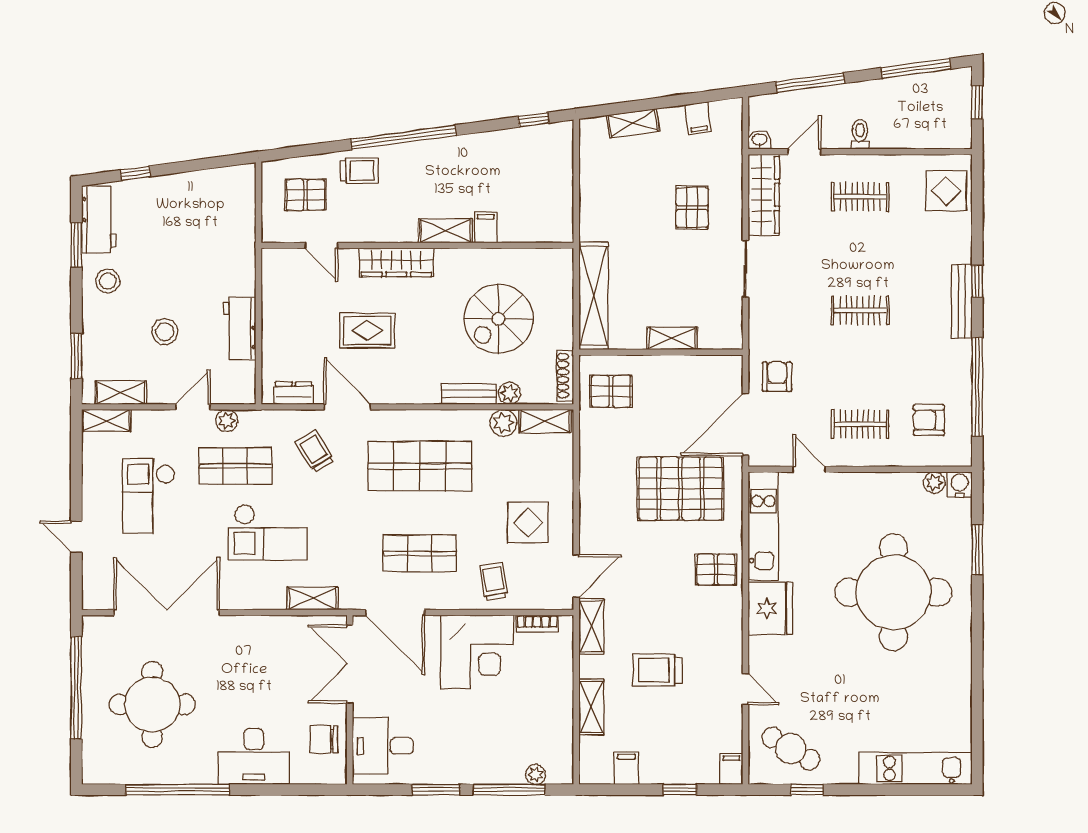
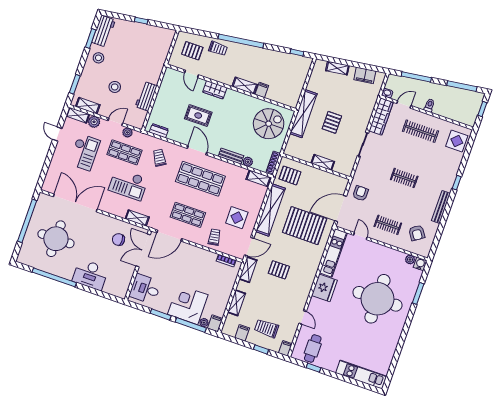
filing cabinet: (698, 118) -> (365, 75), width x2.00
window: (135, 173) -> (141, 21), moved
clothes rail: (860, 197) -> (420, 131), width x1.36
pallet: (692, 208) -> (332, 122), moved
wardrobe: (396, 262) -> (215, 90), width x0.67
shelving: (594, 296) -> (303, 114), moved
bench: (962, 301) -> (441, 207), moved
spiral stairs: (499, 319) -> (269, 124), moved, turned 180
window: (977, 387) -> (441, 226), removed
door: (347, 407) -> (197, 150), moved
armchair: (929, 420) -> (417, 233), turned -124
plant: (503, 423) -> (94, 122), moved
shelving: (595, 481) -> (270, 210), added
checkout: (149, 496) -> (84, 152), turned 180
door: (76, 537) -> (57, 134), moved
pallet: (716, 570) -> (279, 270), moved
door: (395, 613) -> (169, 236), hinge flipped
corner desk: (477, 652) -> (188, 305), moved, turned 180
trolley: (657, 670) -> (267, 328), moved
chair: (324, 739) -> (118, 240), moved
cafe table: (791, 749) -> (313, 348), turned 59
filing cabinet: (560, 768) -> (215, 323), added

